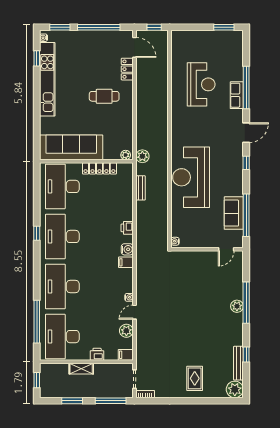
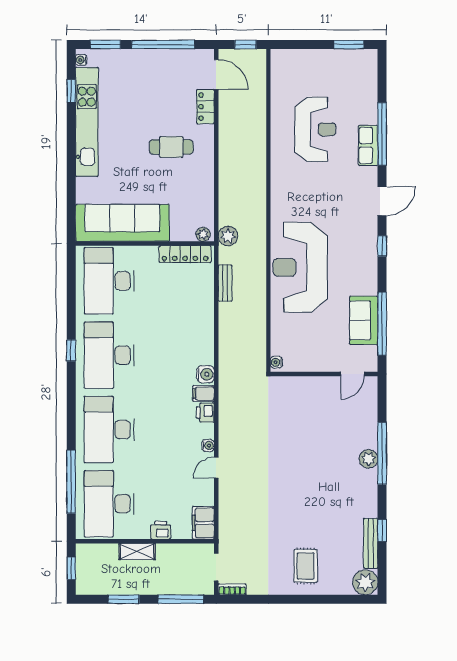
locker: (99, 168) -> (185, 254), moved
printer: (127, 228) -> (205, 413), moved
plant: (126, 331) -> (204, 495), removed
filing cabinet: (126, 355) -> (203, 523), width x2.00

